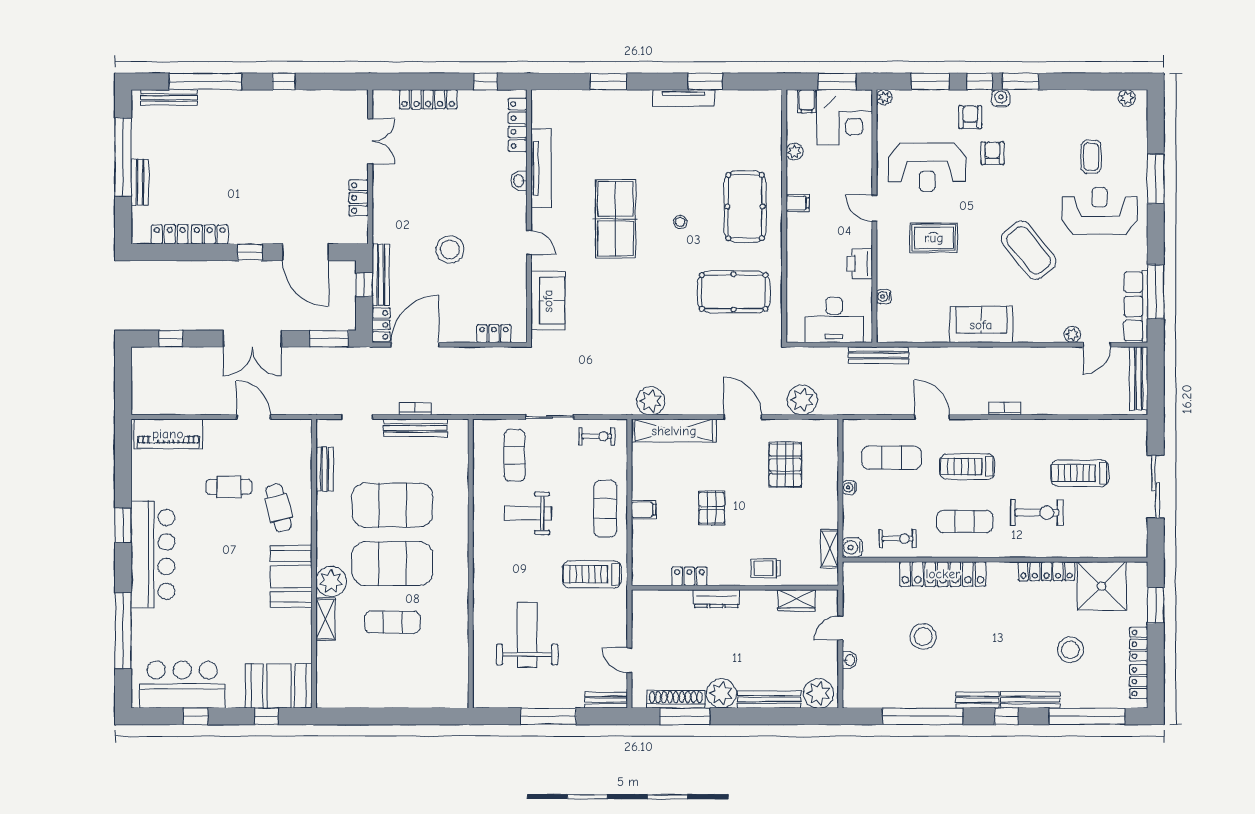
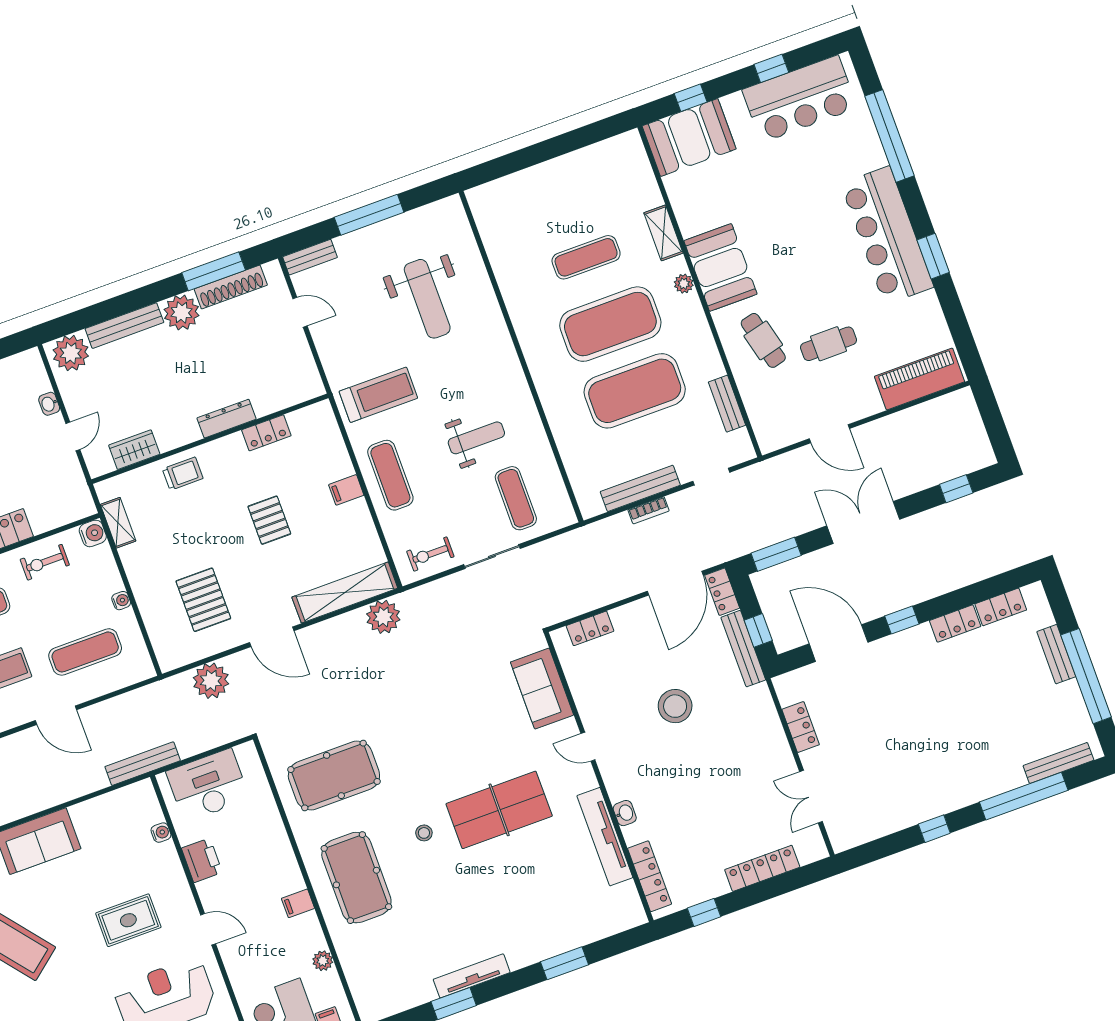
table tennis table: (615, 219) -> (499, 810), turned 90
plant: (331, 581) -> (684, 284), width x0.53, depth x0.53

